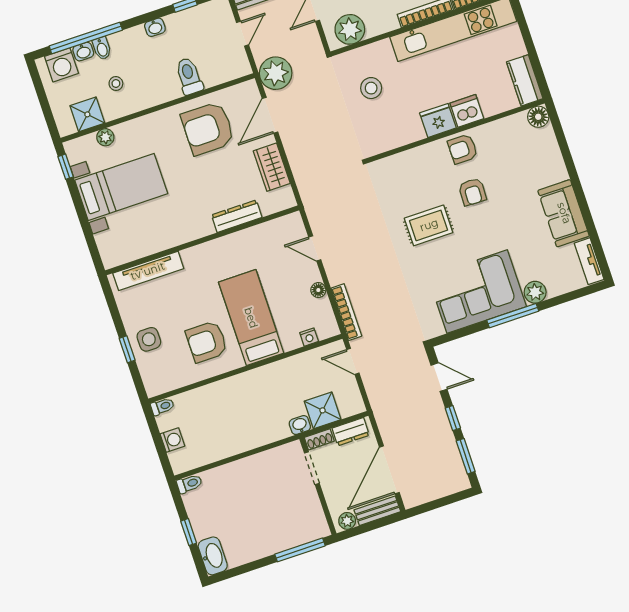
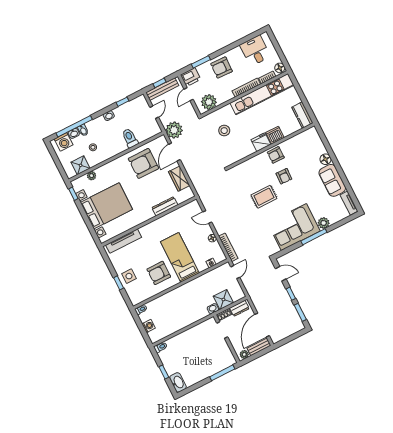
floor lamp: (538, 117) -> (326, 159), moved
bed with nightstands: (121, 187) -> (106, 206), width x1.36
door: (353, 361) -> (235, 272), swing flipped

